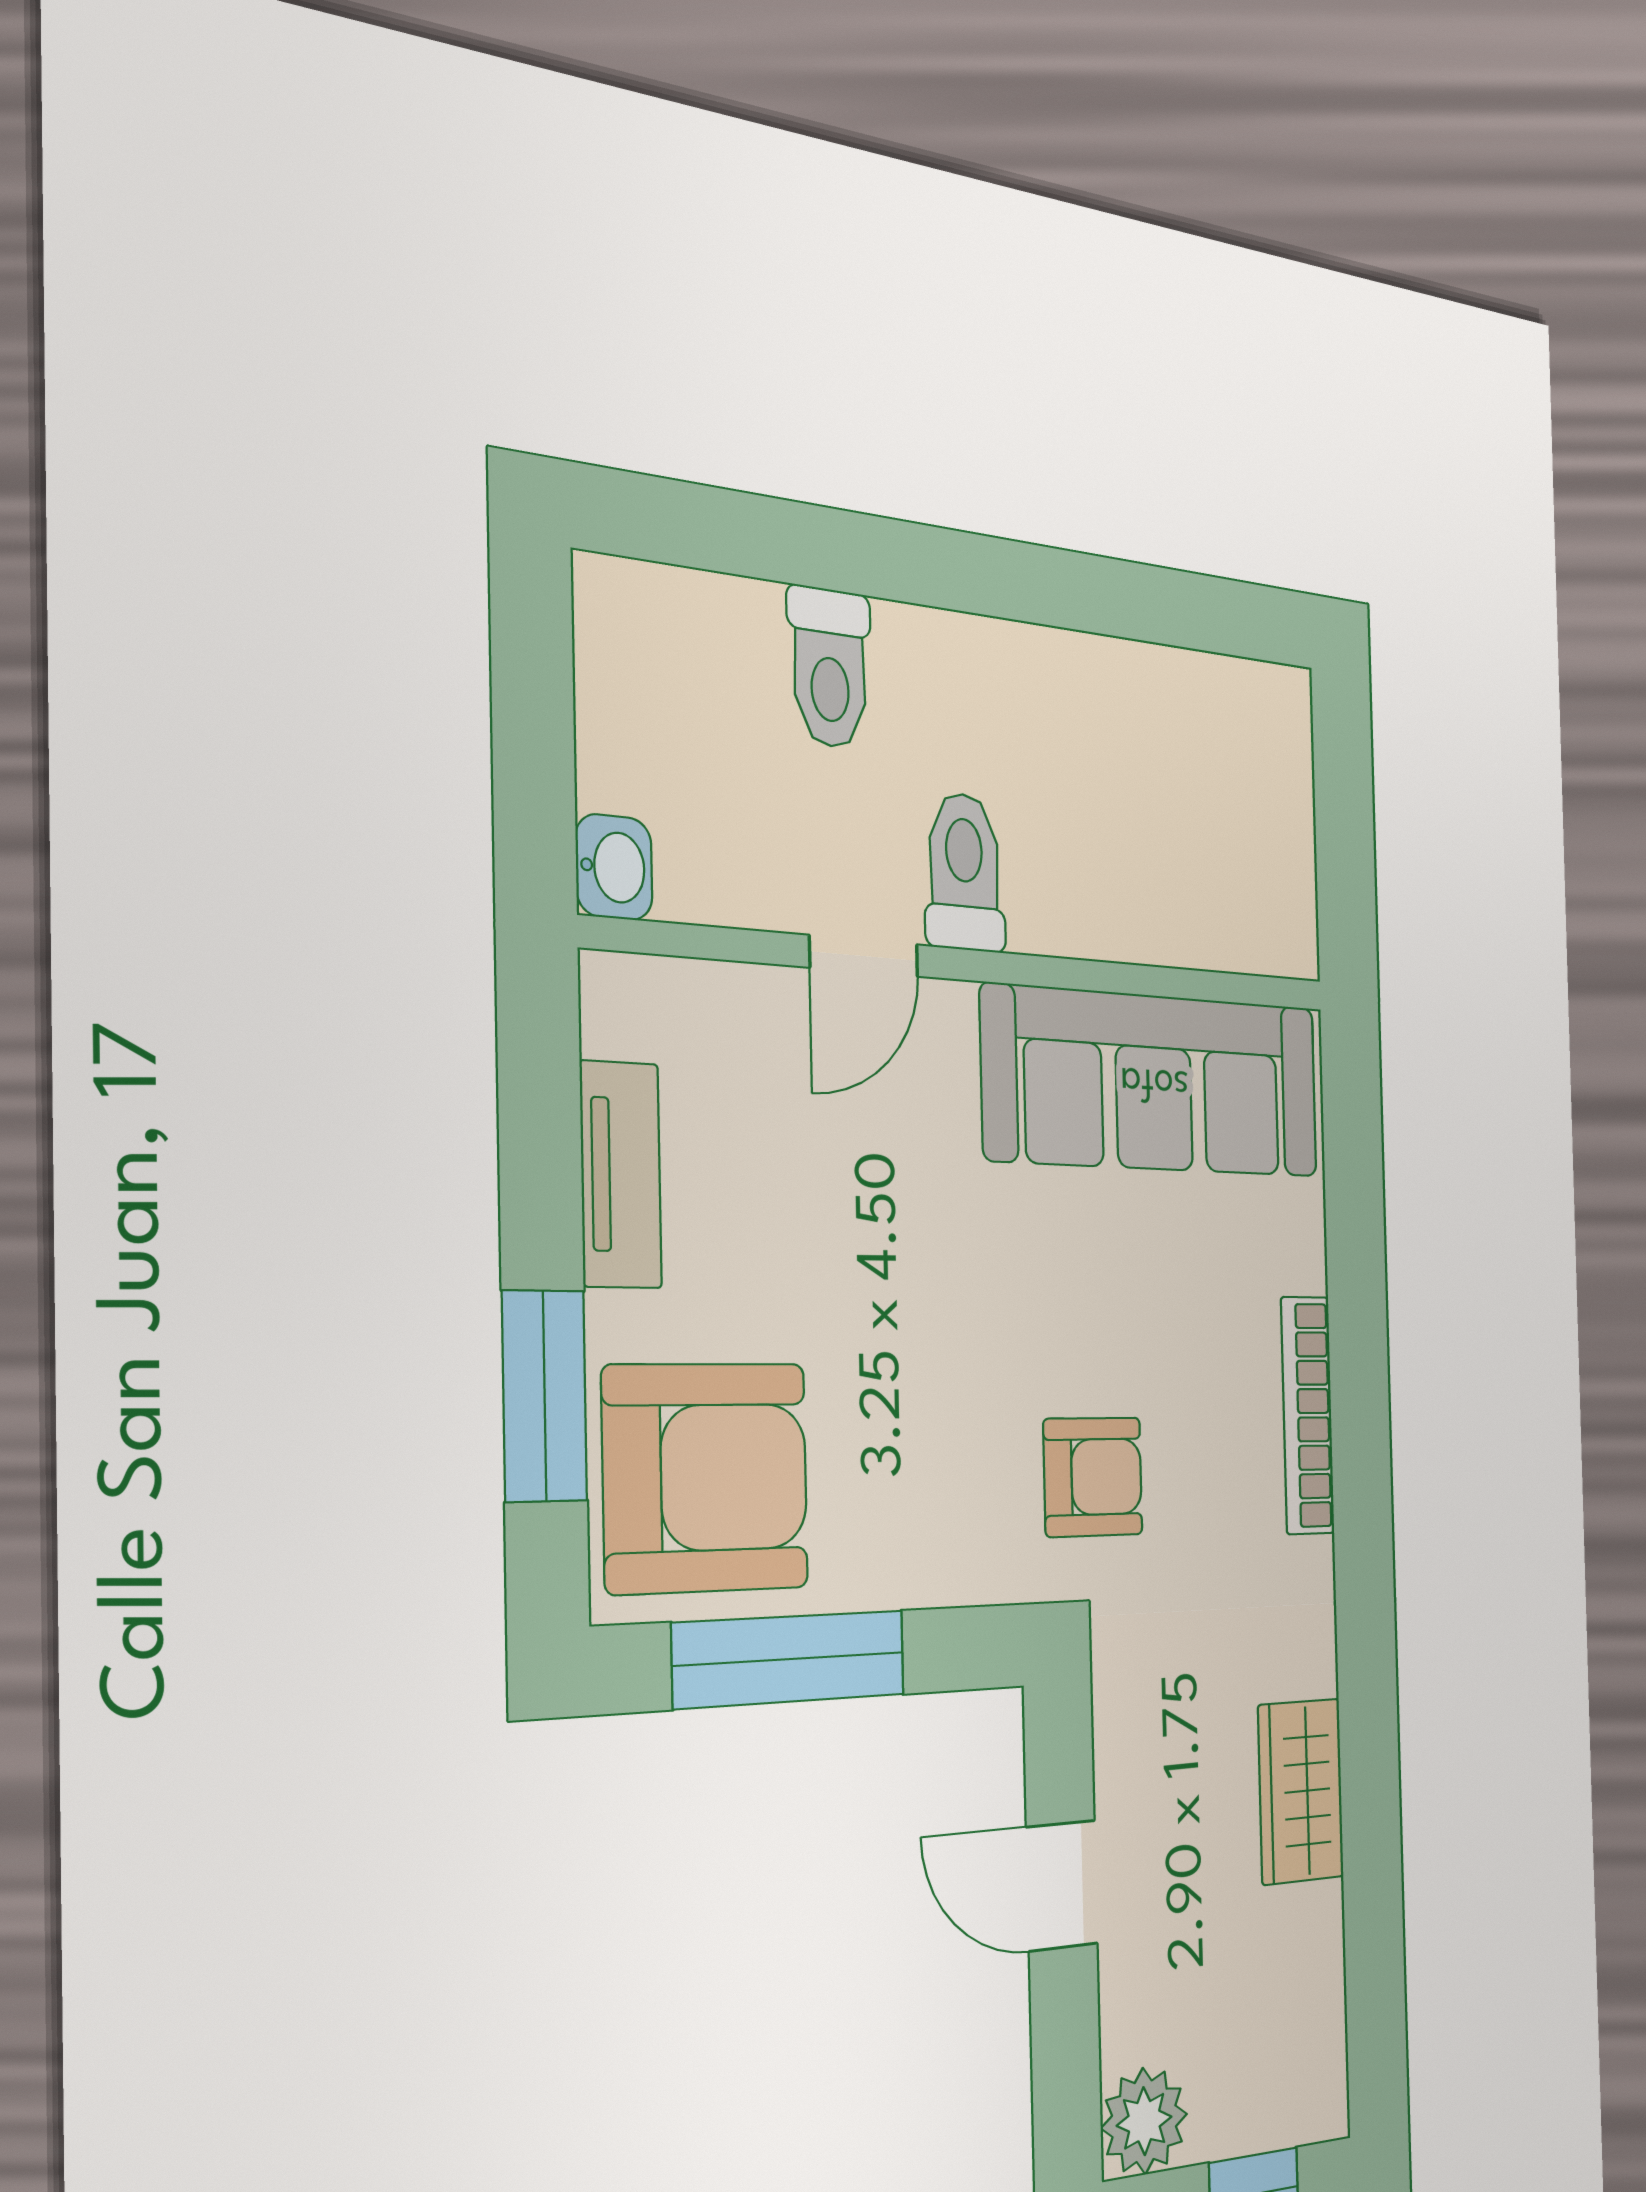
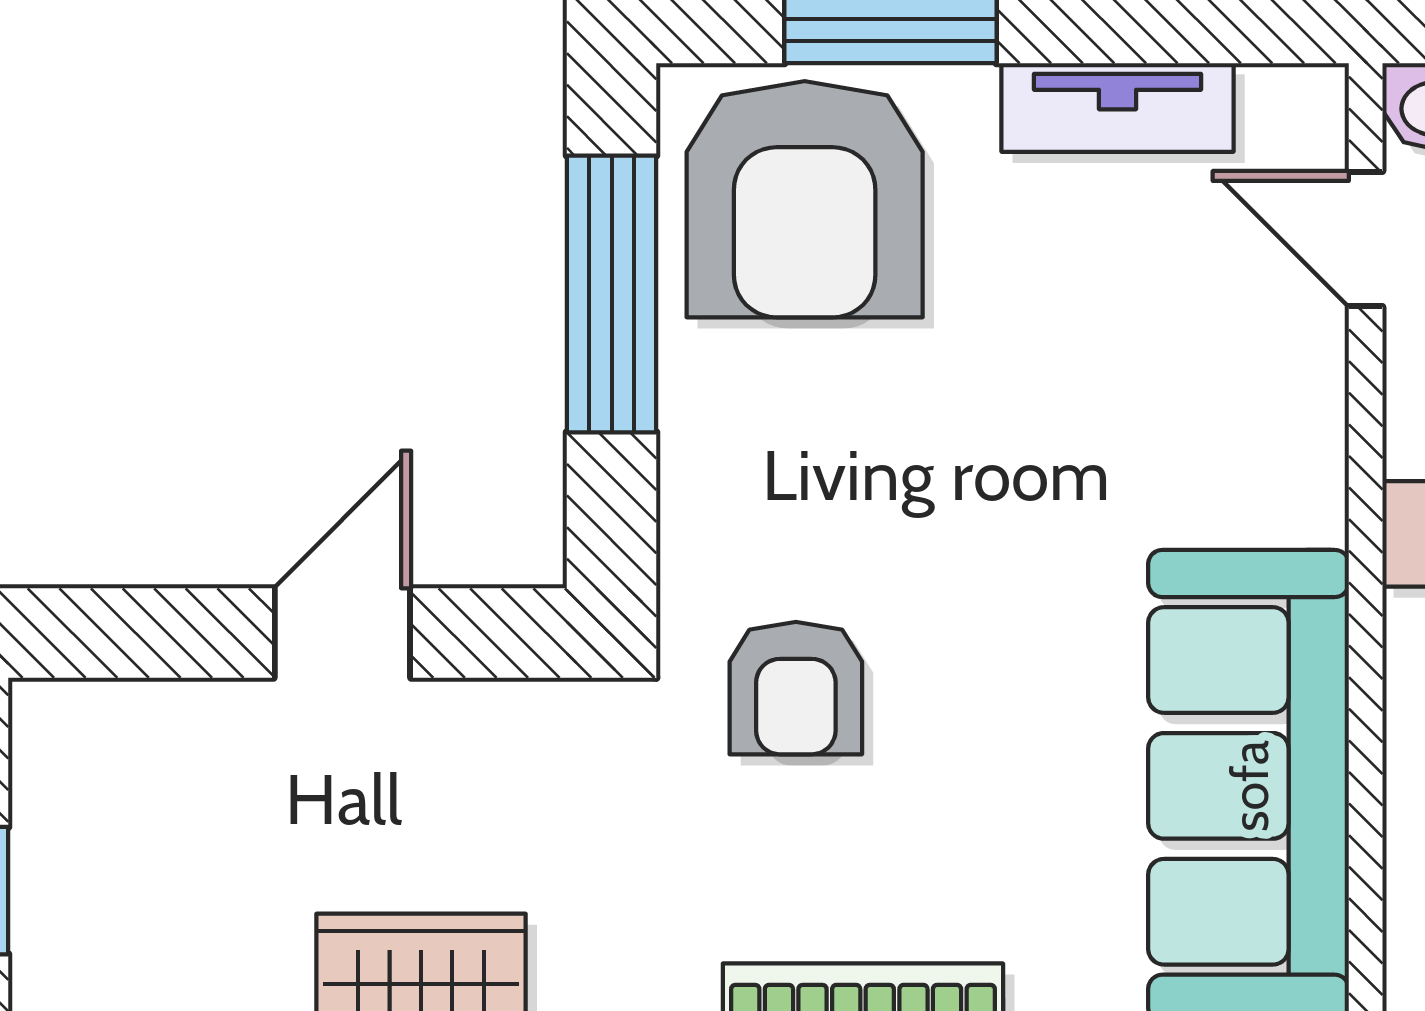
door: (864, 956) -> (1366, 239), moved
plant: (1144, 2121) -> (68, 738), removed

